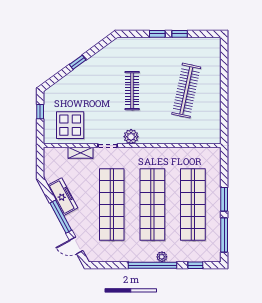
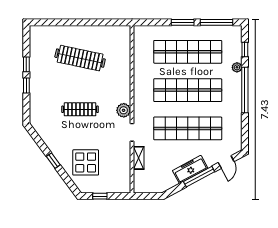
display table: (70, 125) -> (86, 162), moved
freezer: (63, 197) -> (190, 169), moved
plant: (162, 257) -> (237, 67), moved

